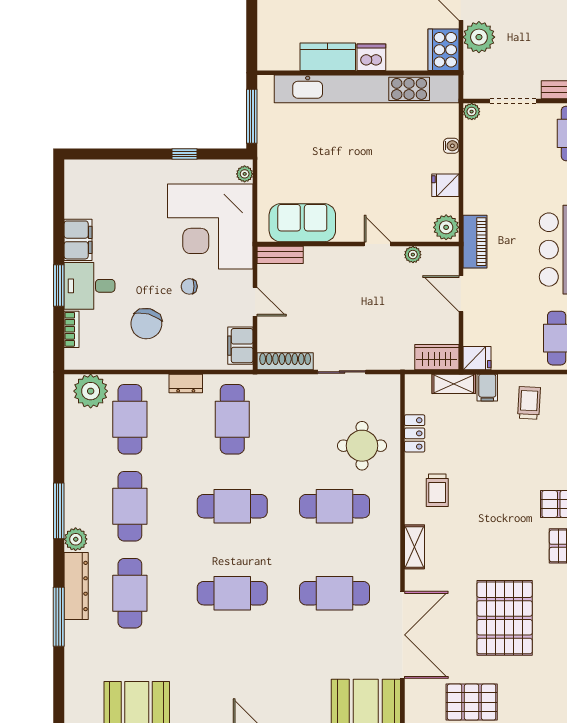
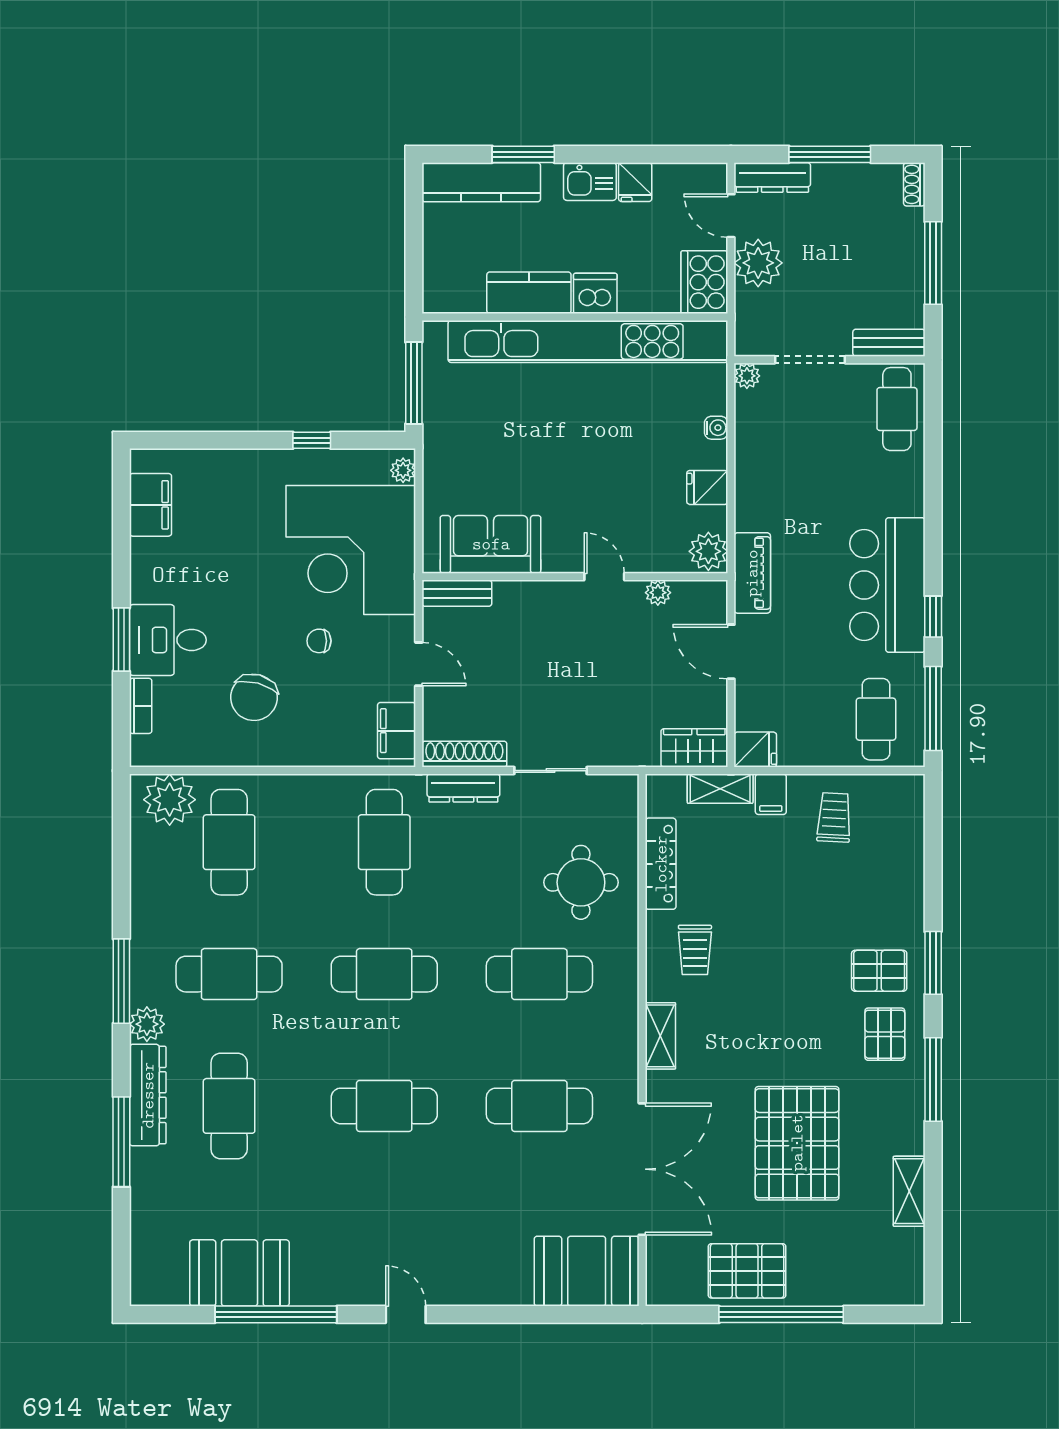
filing cabinet: (78, 240) -> (150, 505), moved
dresser: (186, 383) -> (463, 788), moved, width x1.44
locker: (415, 433) -> (661, 864), width x1.53
cafe table: (130, 506) -> (229, 974), turned 90

